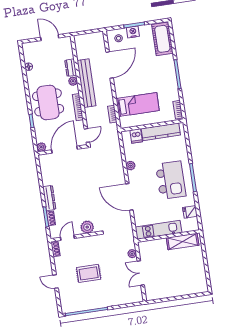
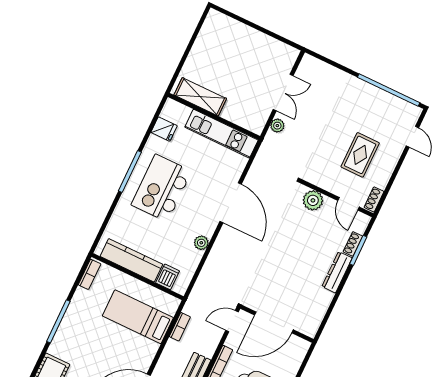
plant: (41, 147) -> (302, 346), removed
door: (67, 238) -> (348, 204), hinge flipped
rug: (89, 273) -> (360, 155), moved, turned 90
door: (56, 282) -> (412, 137), moved

